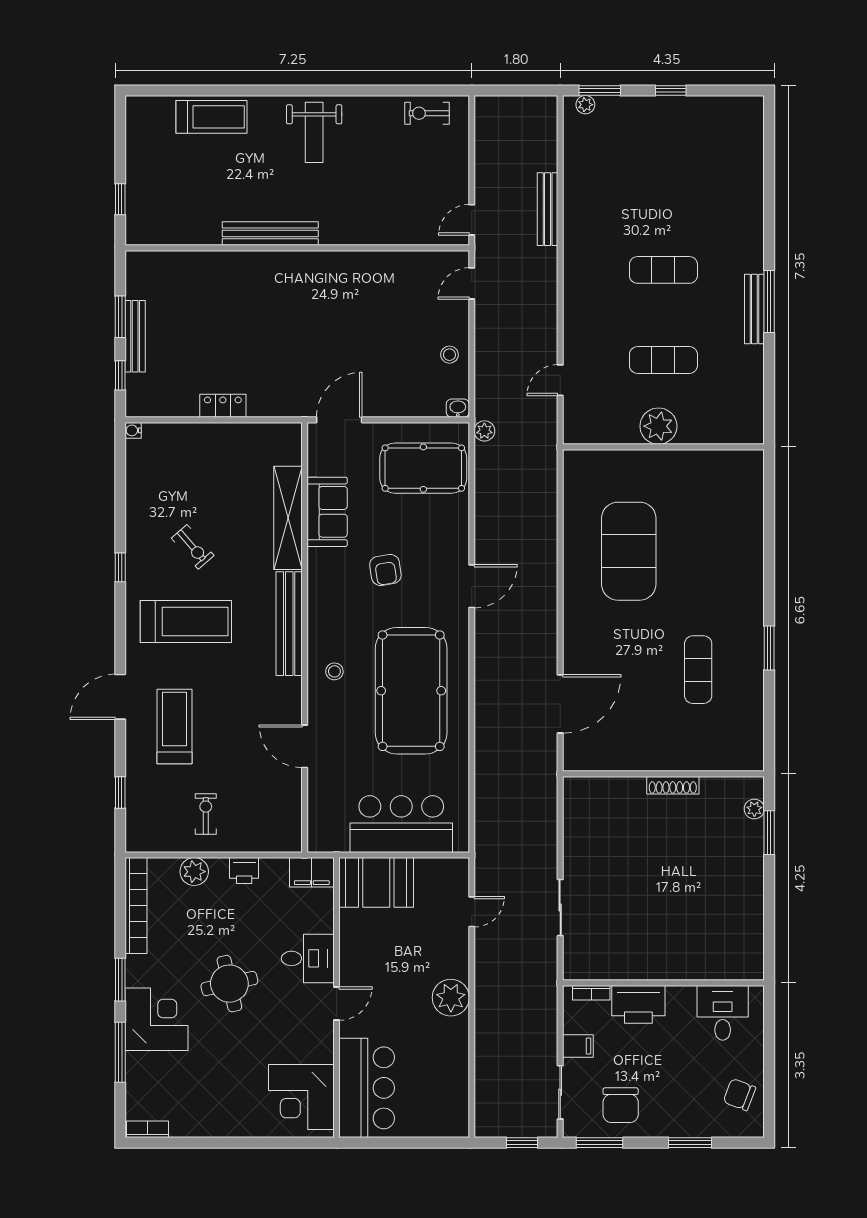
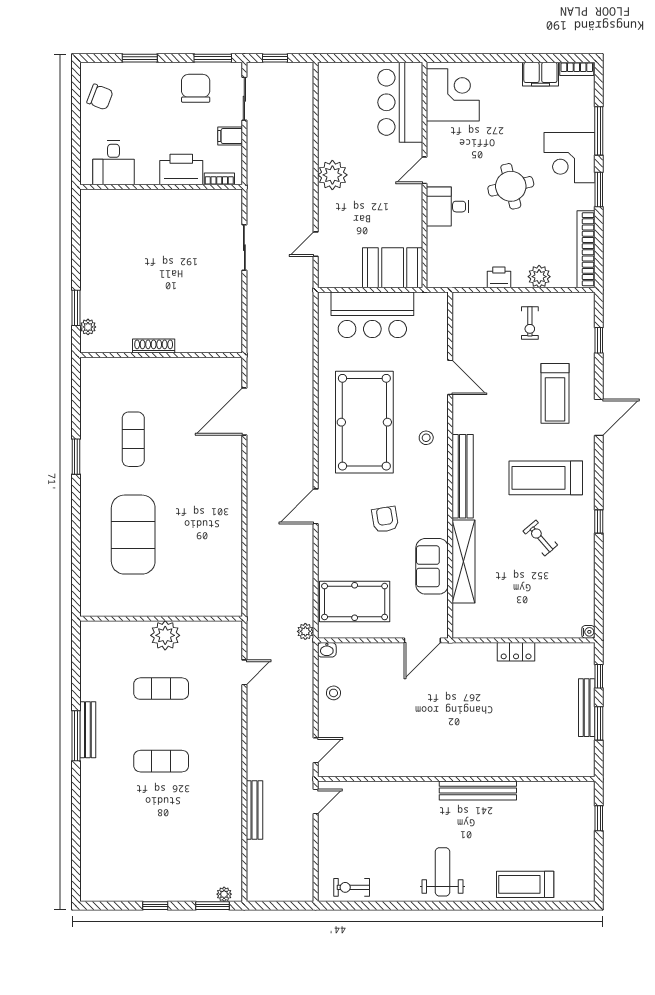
exercise bike: (427, 113) -> (352, 887), turned 180
exercise mat: (629, 551) -> (133, 535), moved
filing cabinet: (312, 872) -> (540, 74), moved, turned 180

